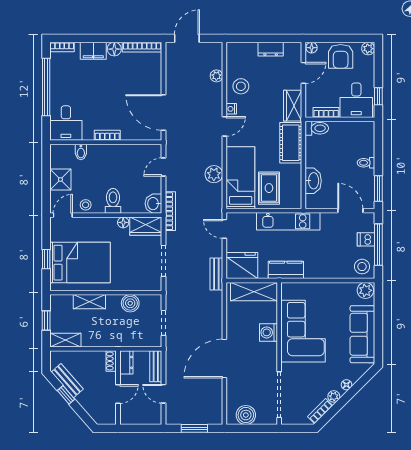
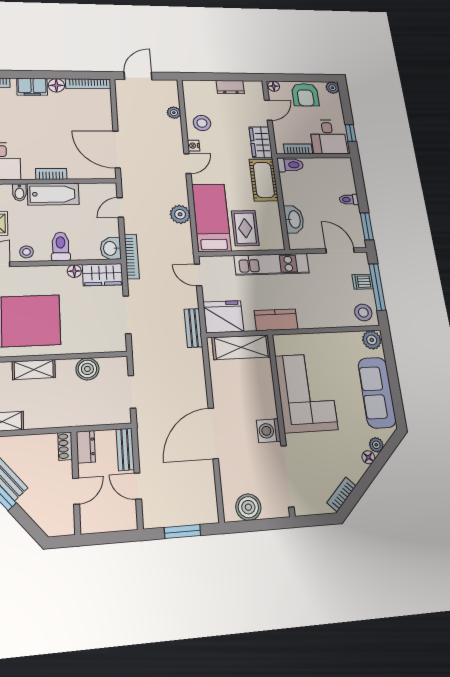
bathtub: (108, 154) -> (53, 194), added
washing machine: (268, 332) -> (269, 431), moved
plant: (334, 396) -> (376, 445), moved

